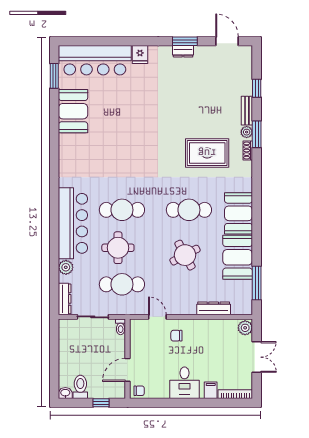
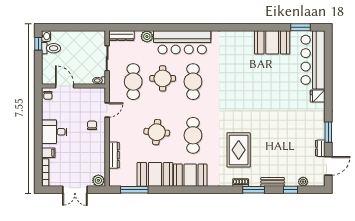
dresser: (183, 51) -> (320, 148), moved
plant: (247, 132) -> (303, 182), moved
round table: (185, 255) -> (157, 132), turned 33
window: (101, 403) -> (38, 44), moved

